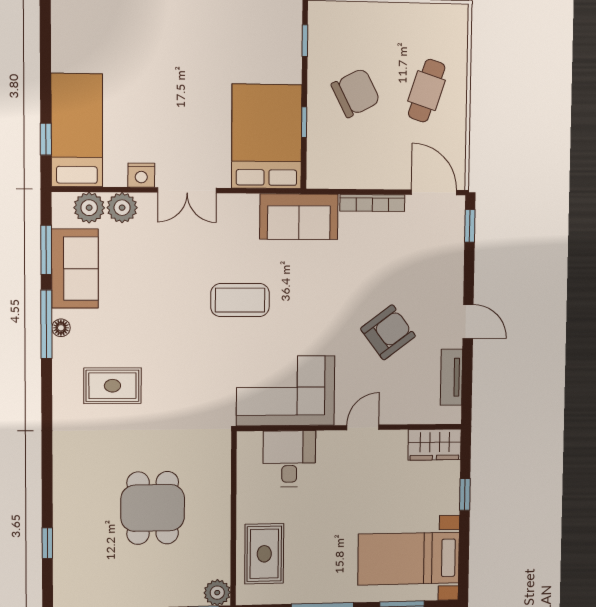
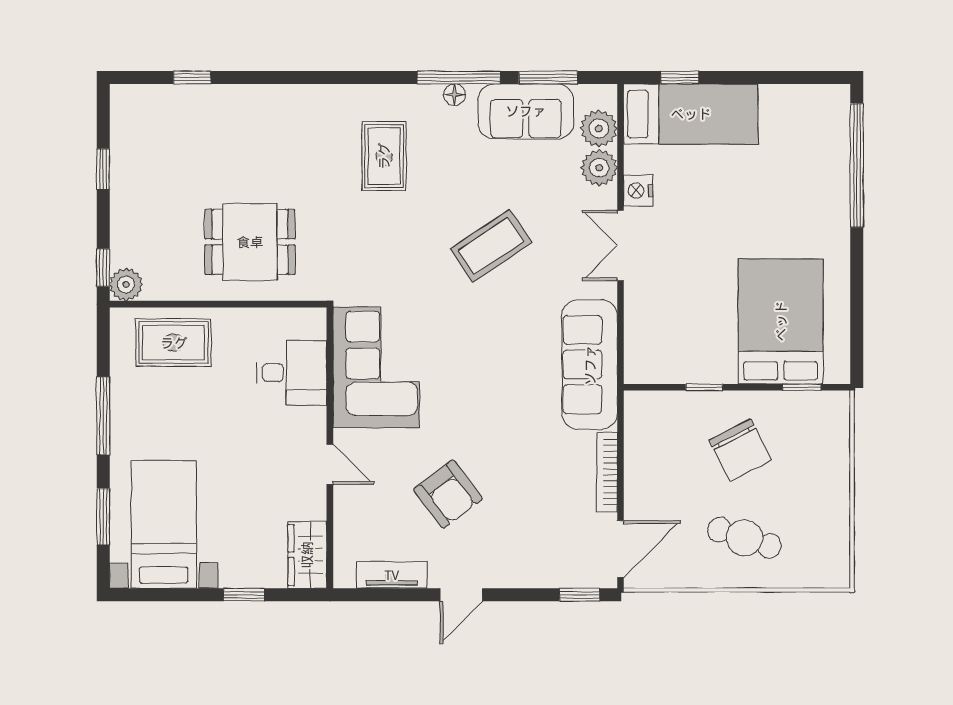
bed: (267, 136) -> (781, 321), moved, turned -90
sofa: (299, 217) -> (590, 365), width x1.36
coffee table: (240, 300) -> (491, 246), moved, turned 56
dining table: (153, 508) -> (250, 242), moved

